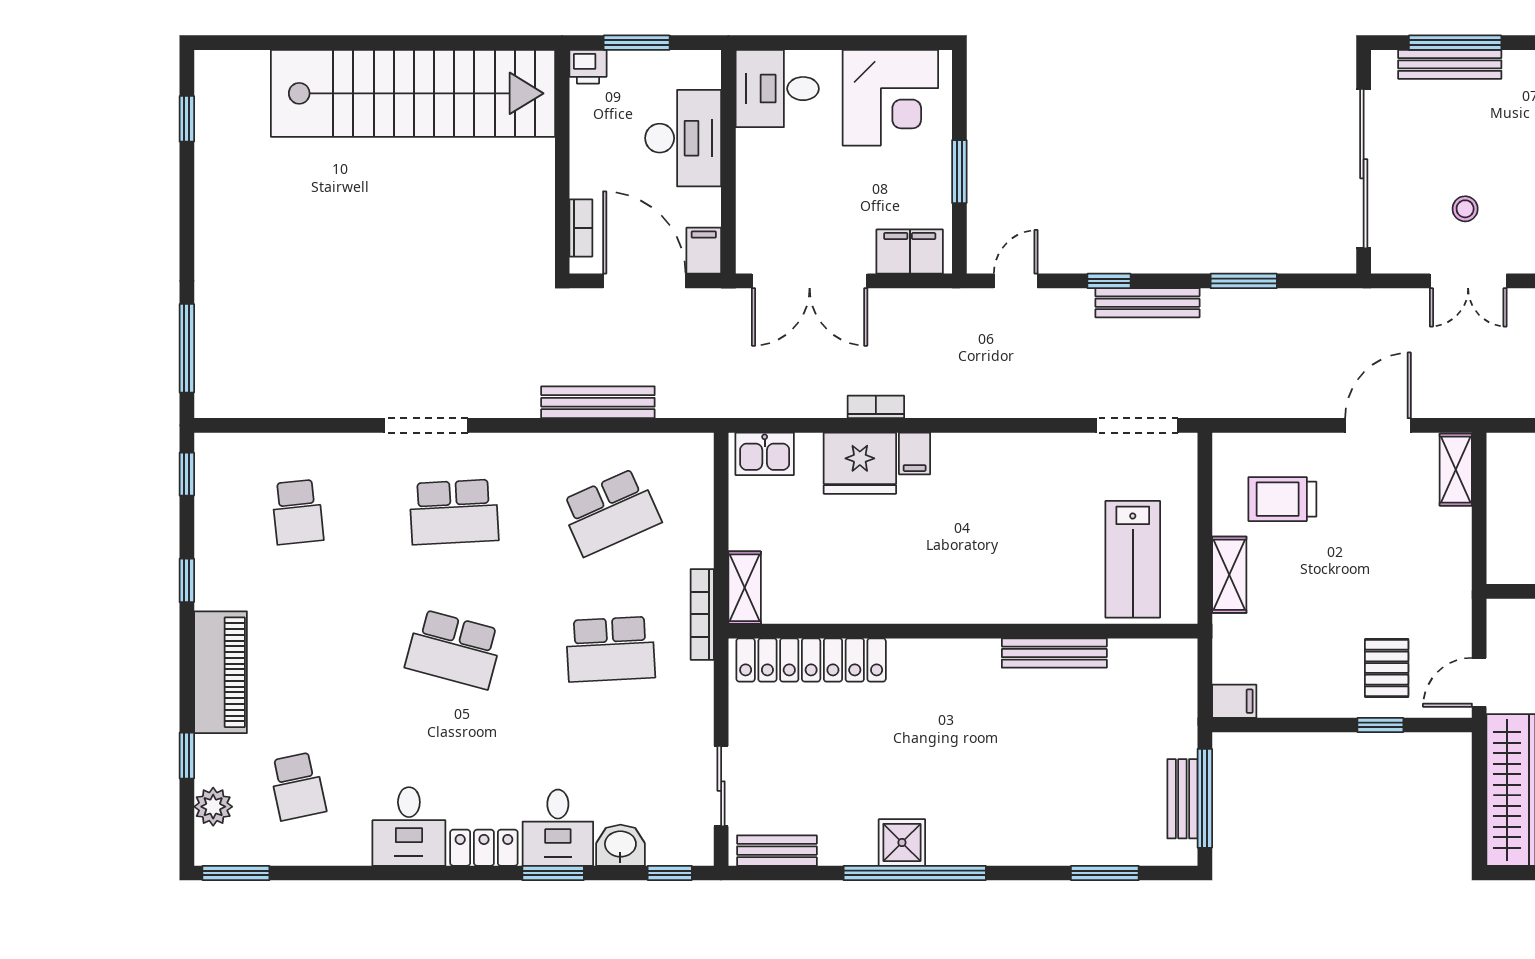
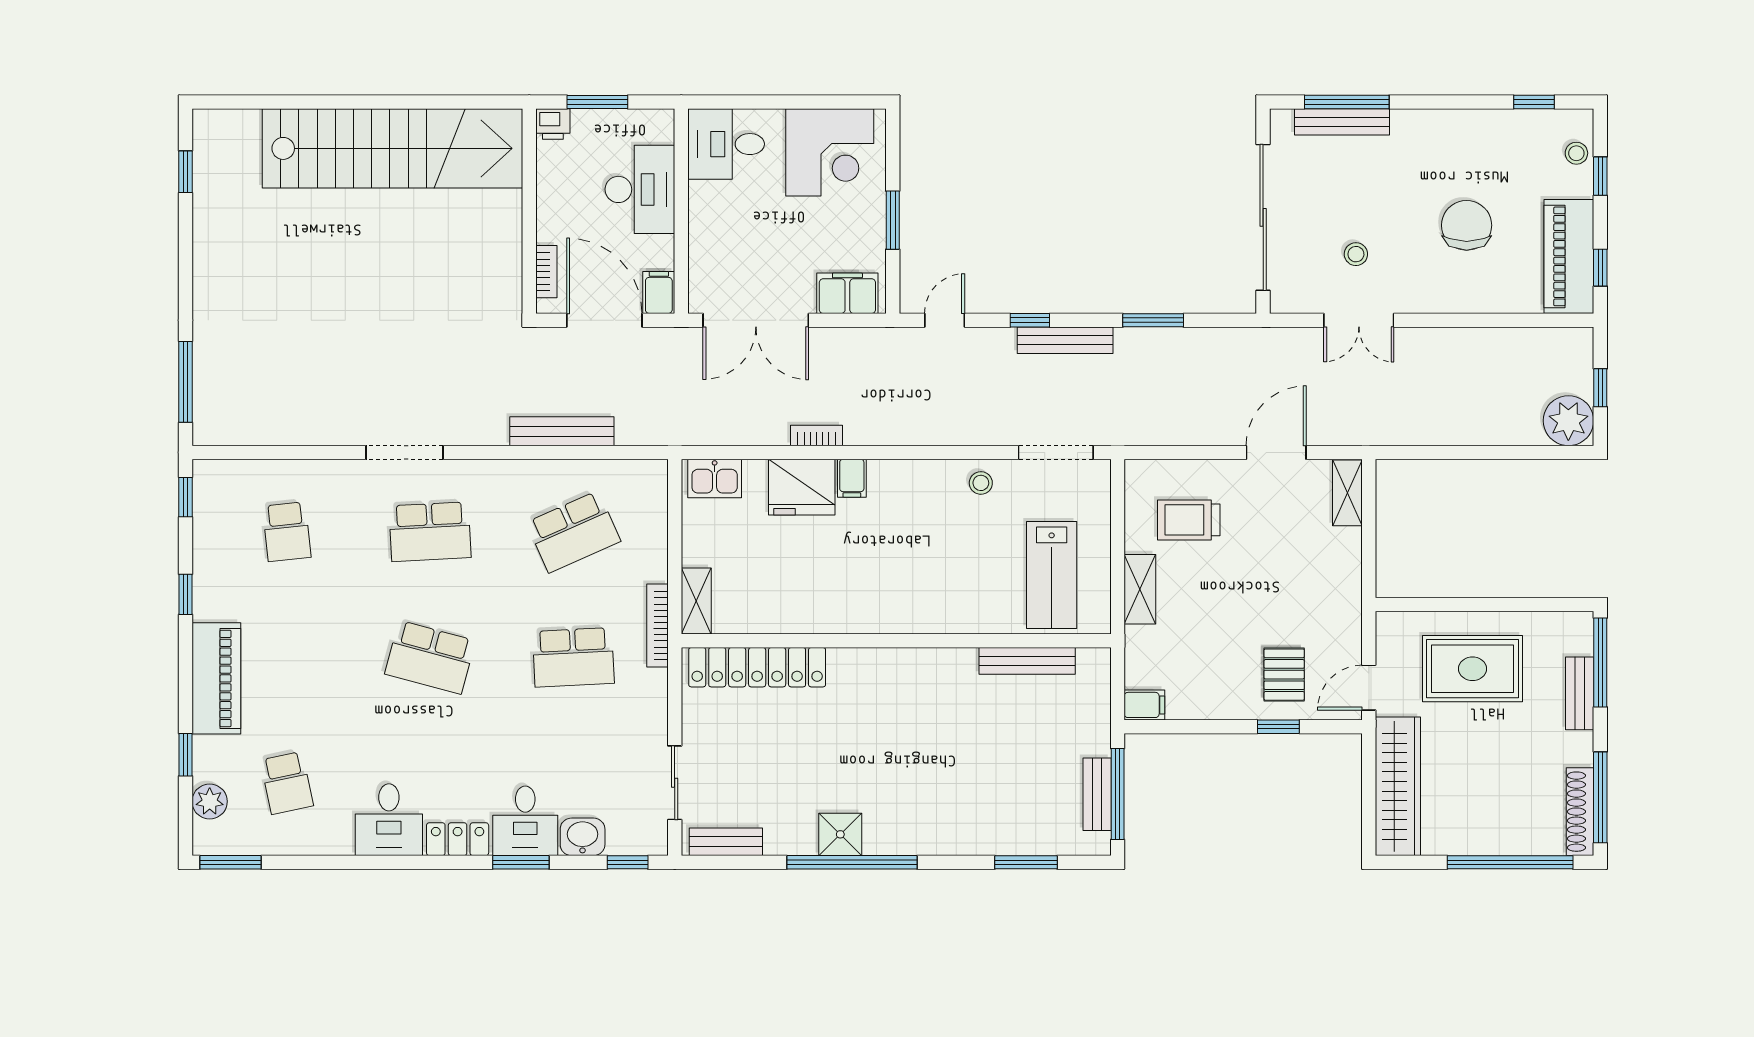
stool: (1055, 459) -> (981, 483), added
bench: (1054, 653) -> (1027, 661), moved

